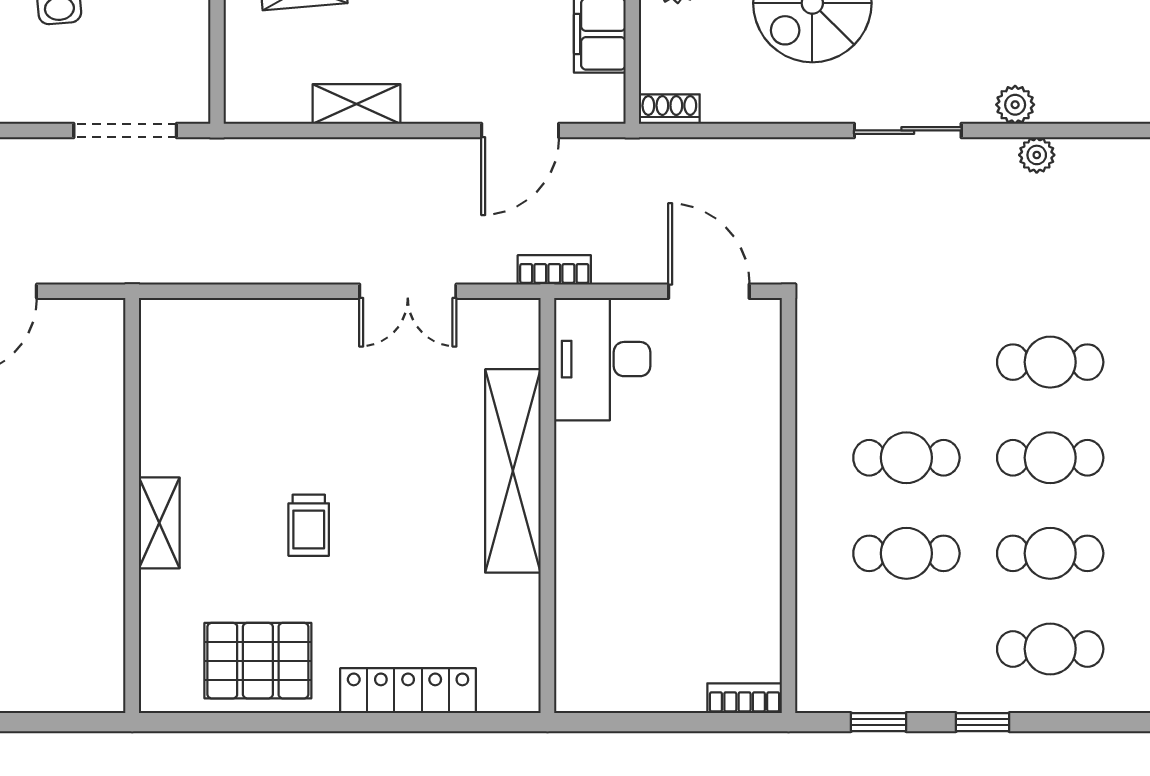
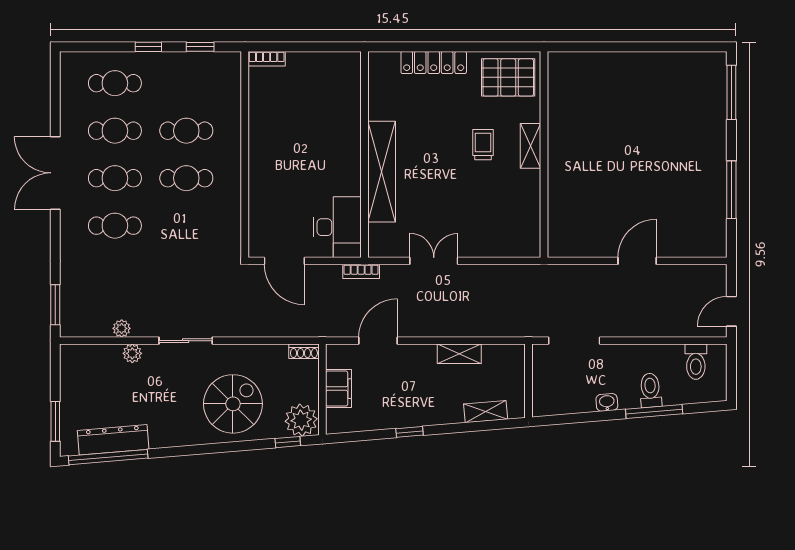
wall: (132, 506) -> (544, 154), moved
shelving: (159, 523) -> (531, 146), moved

